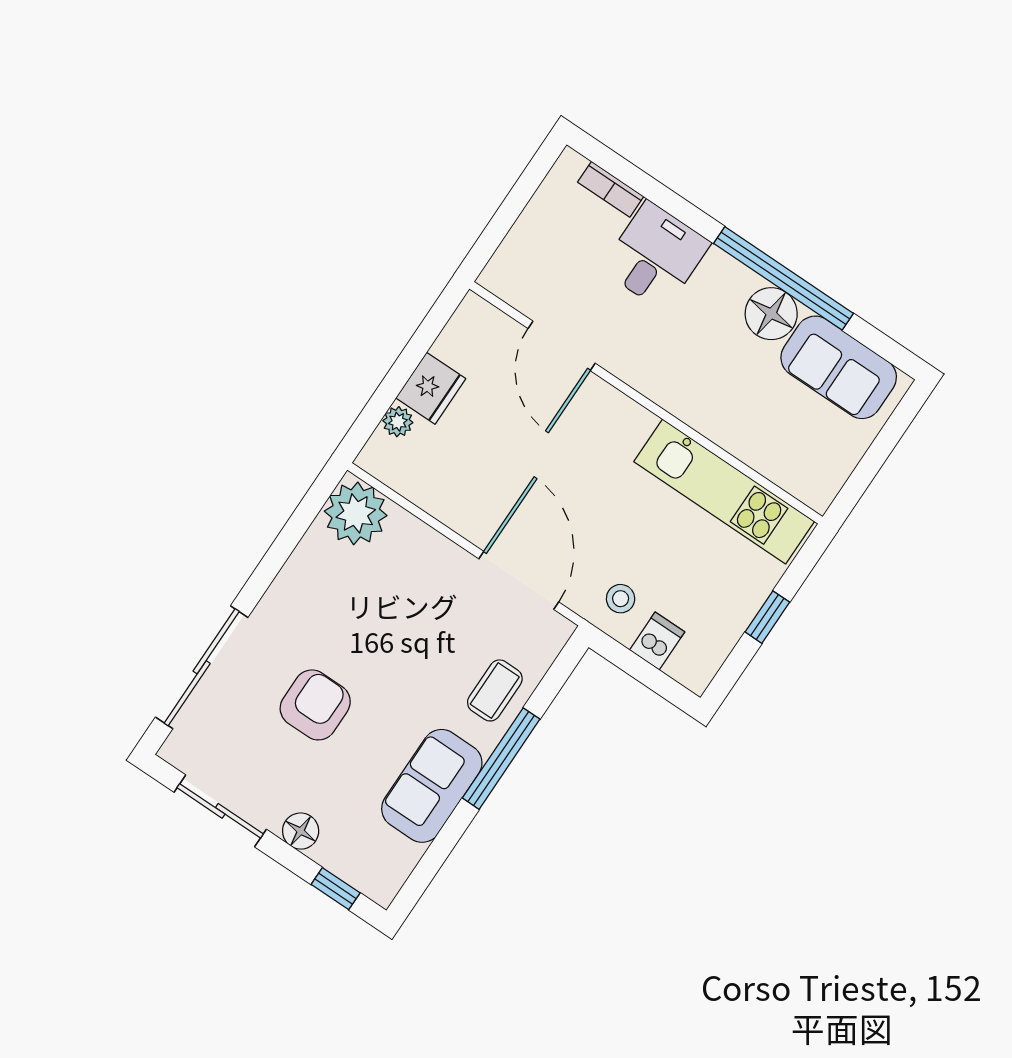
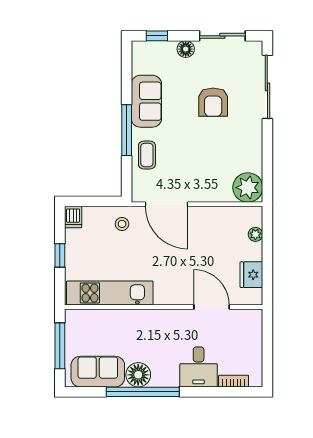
fridge: (431, 388) -> (251, 275), moved
window: (875, 458) -> (60, 346), added
dishwasher: (657, 641) -> (73, 217), moved

